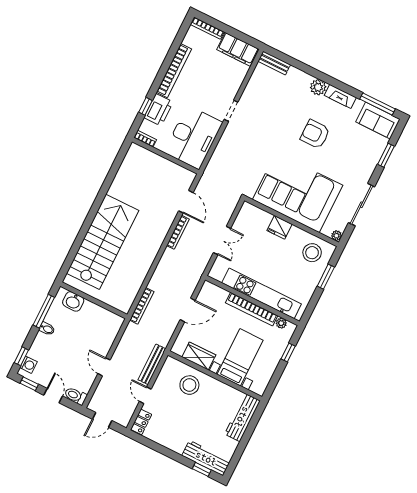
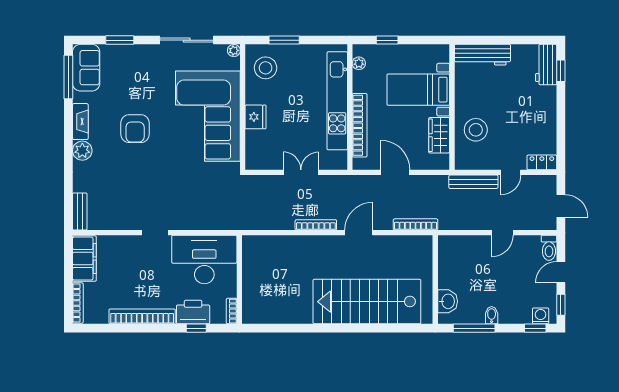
door: (186, 202) -> (359, 233), moved
bookcase: (252, 309) -> (360, 125), moved
workbench: (206, 458) -> (546, 65), width x0.73

